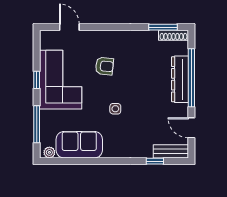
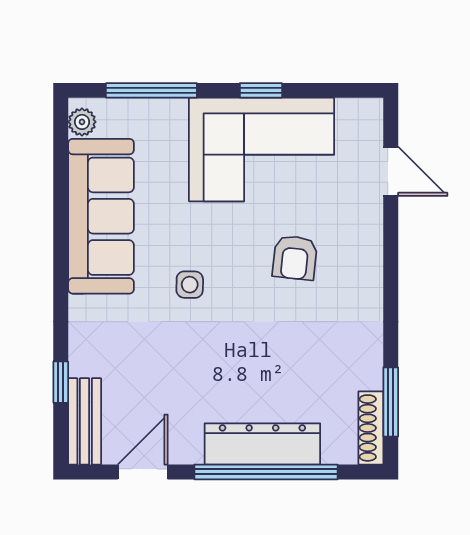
door: (69, 27) -> (391, 171), hinge flipped
sofa: (79, 145) -> (101, 216), width x1.36

